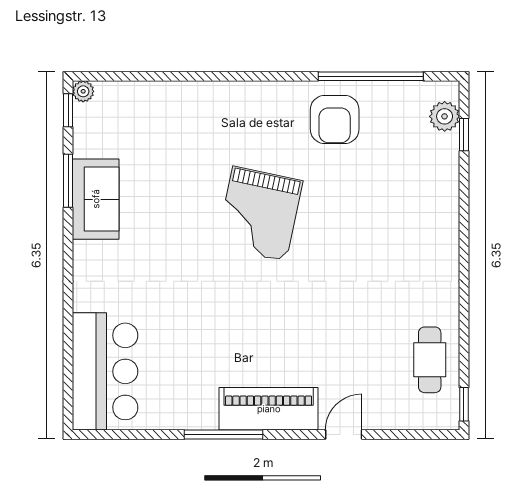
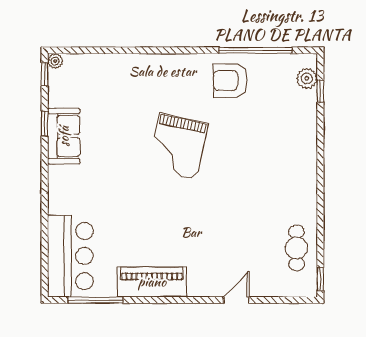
armchair: (335, 120) -> (230, 81), turned 90
window: (68, 181) -> (45, 123), width x0.67
piano: (269, 409) -> (152, 282), moved
window: (223, 435) -> (96, 300), moved

